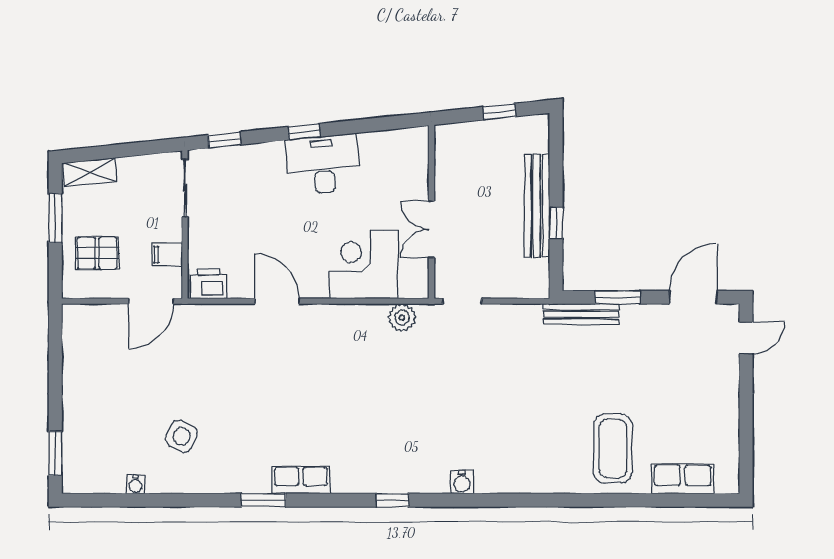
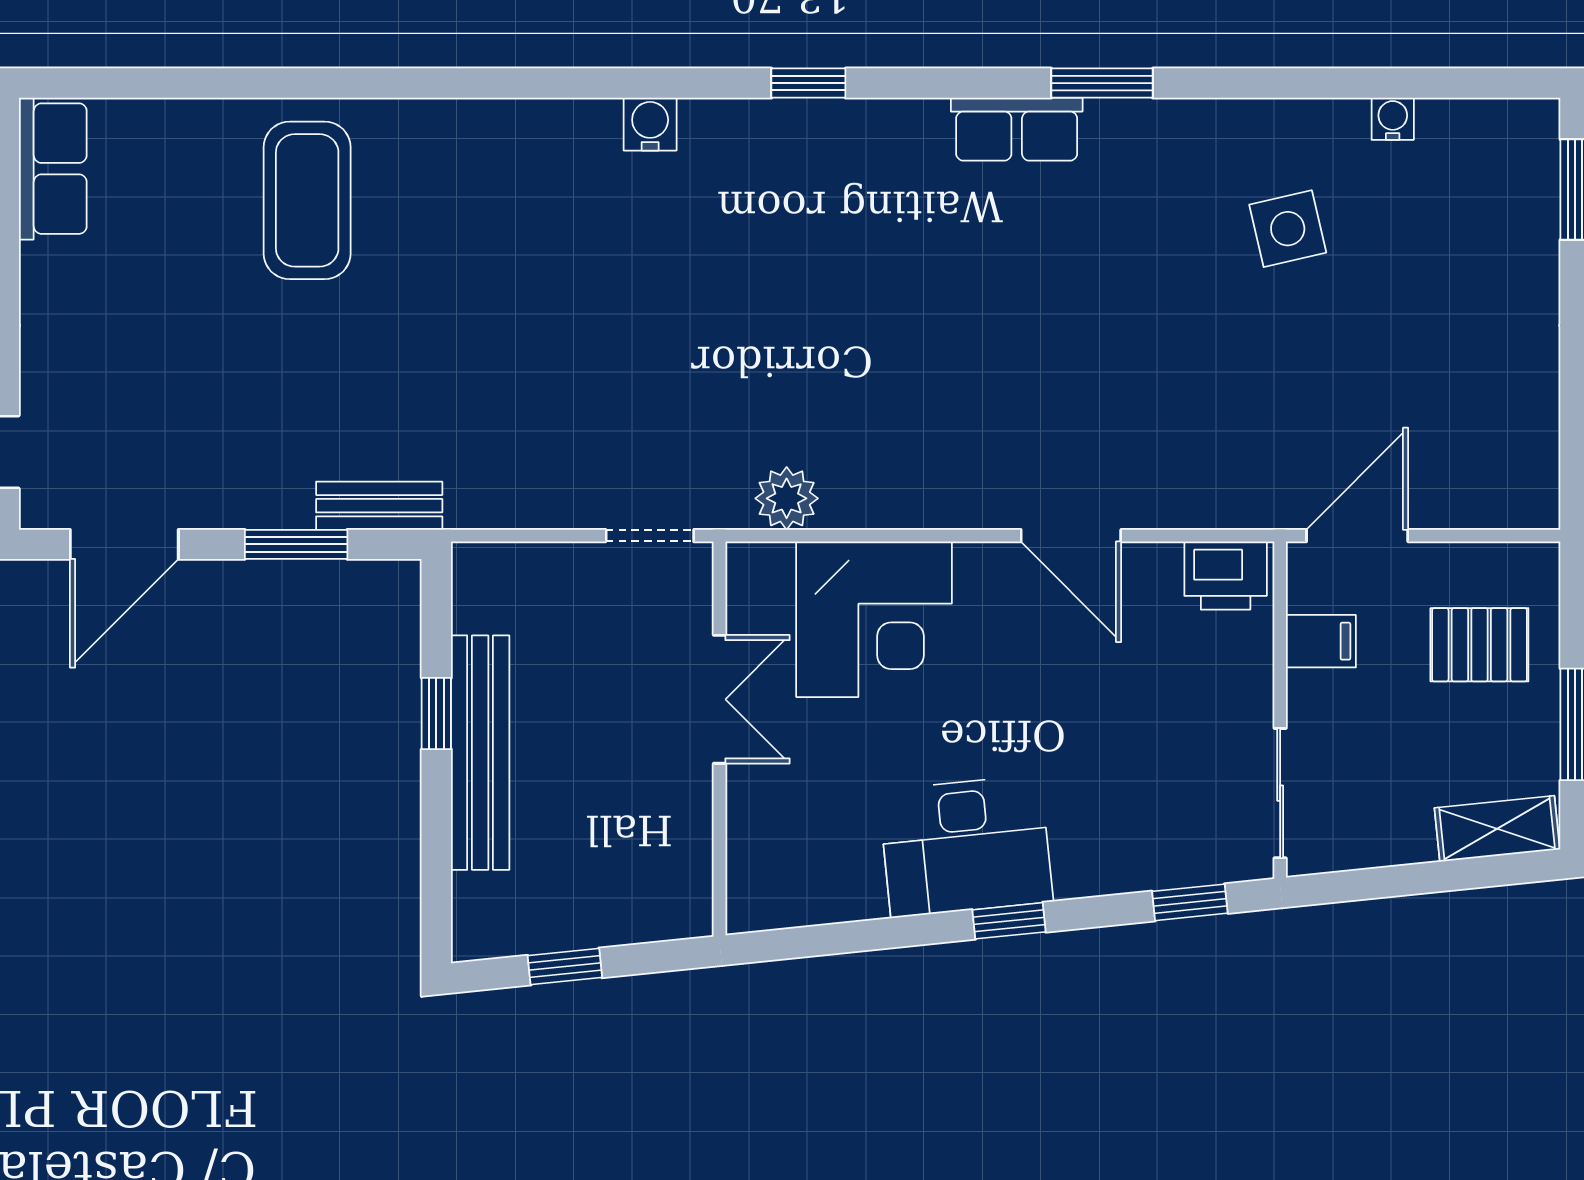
bench: (581, 314) -> (379, 506), width x0.73
side table: (182, 436) -> (1288, 229), turned -38
row of seats: (683, 479) -> (53, 169), moved, turned -90

